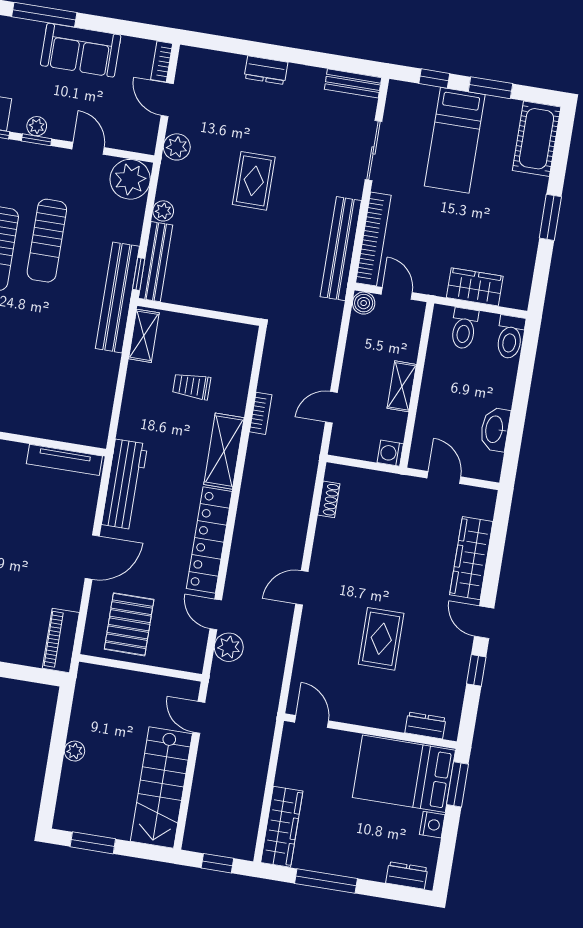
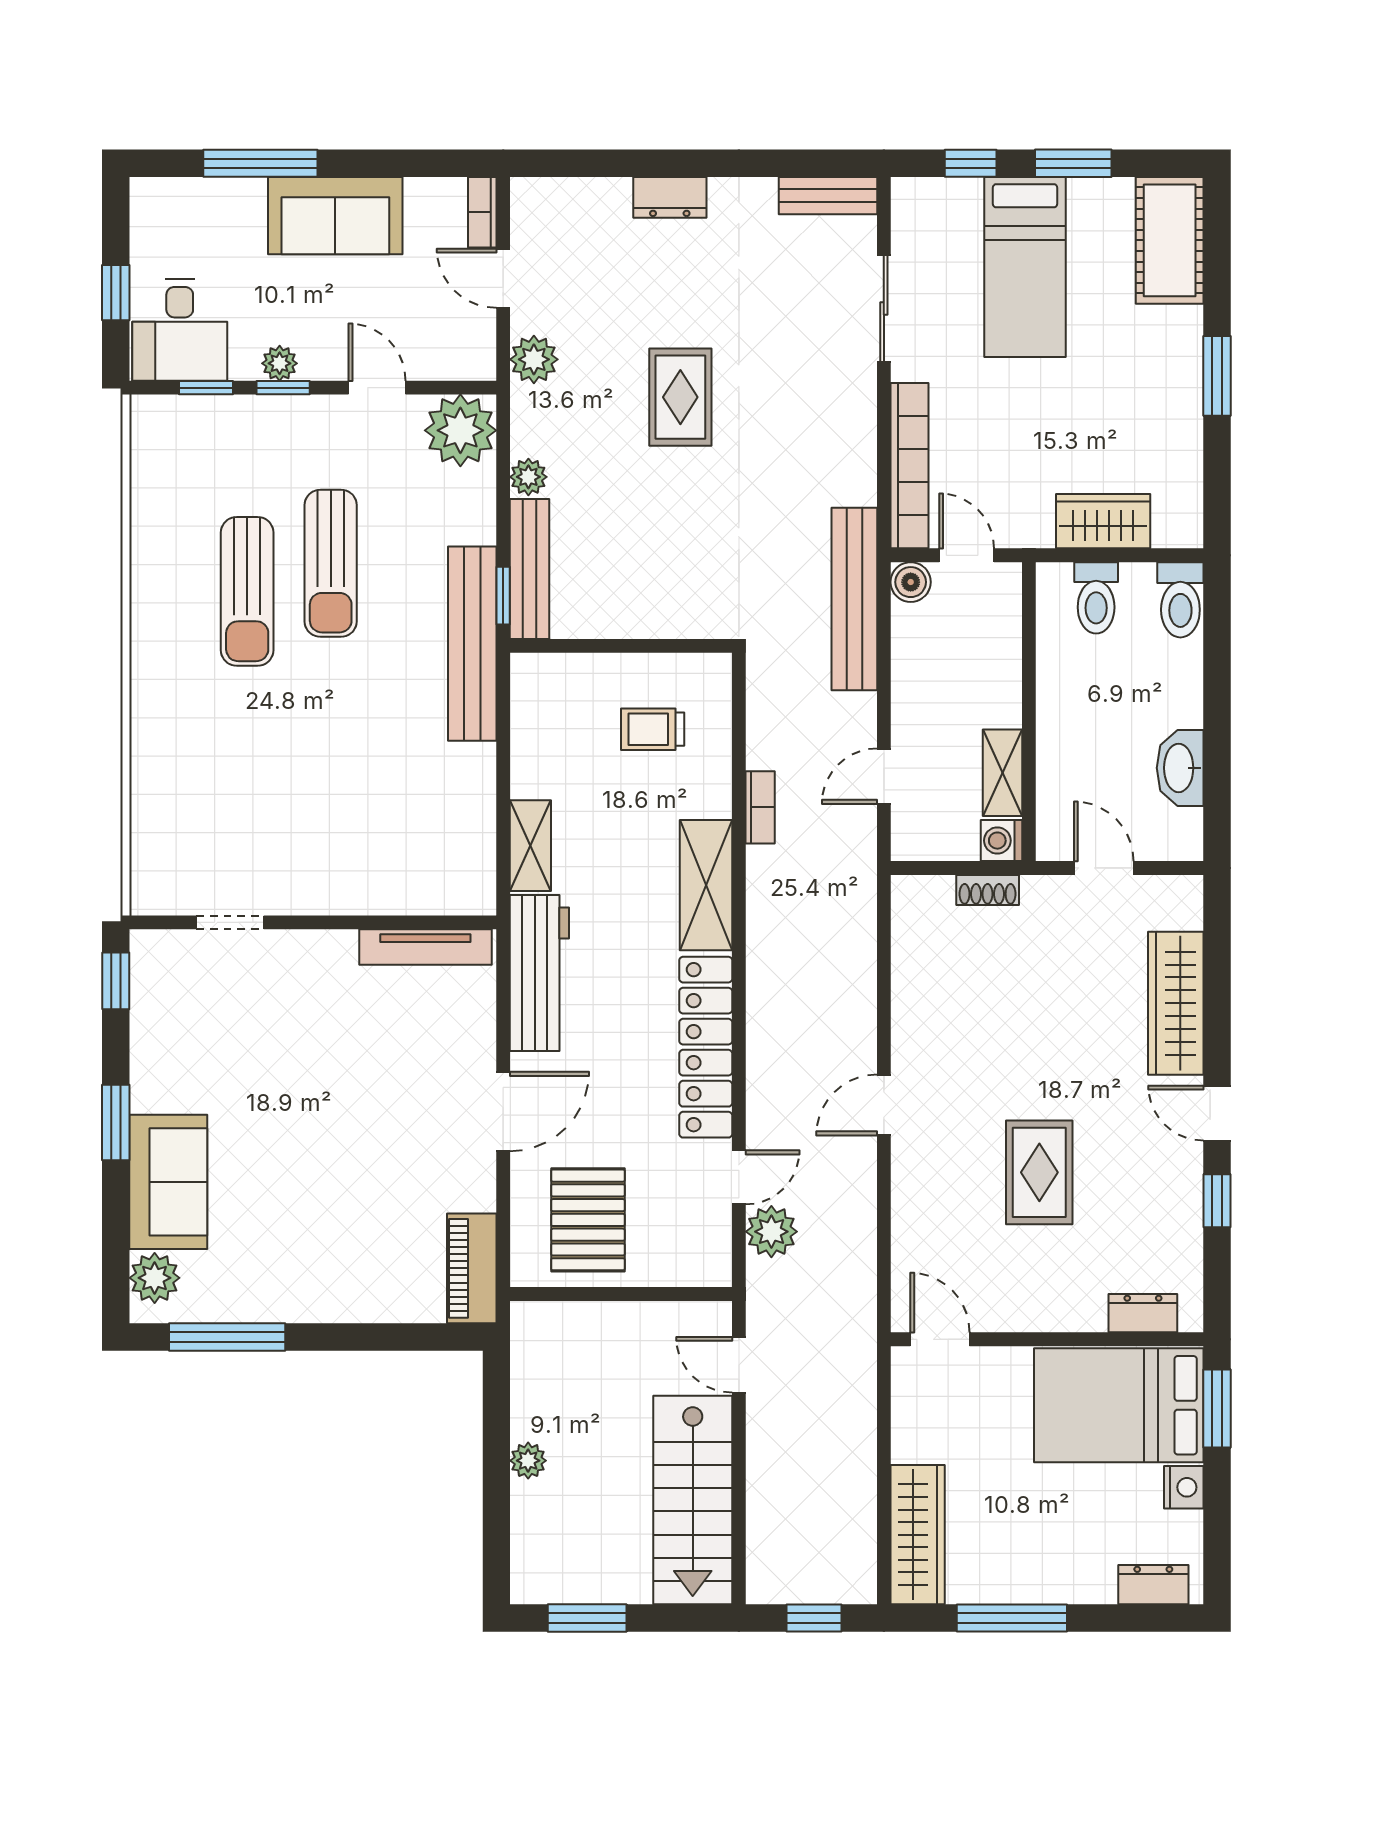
bench: (341, 249) -> (854, 599), moved
shelving: (144, 336) -> (530, 846), moved
trolley: (192, 386) -> (653, 729), moved
shelving: (402, 386) -> (1003, 773), moved
shoe rack: (329, 499) -> (988, 890), moved, turned 90
door: (216, 614) -> (739, 1177), swing flipped

